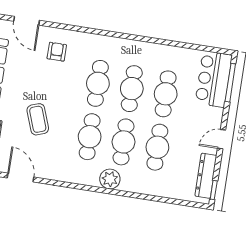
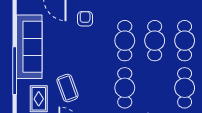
coffee table: (38, 119) -> (67, 88), moved
cafe table: (123, 142) -> (155, 88), removed

